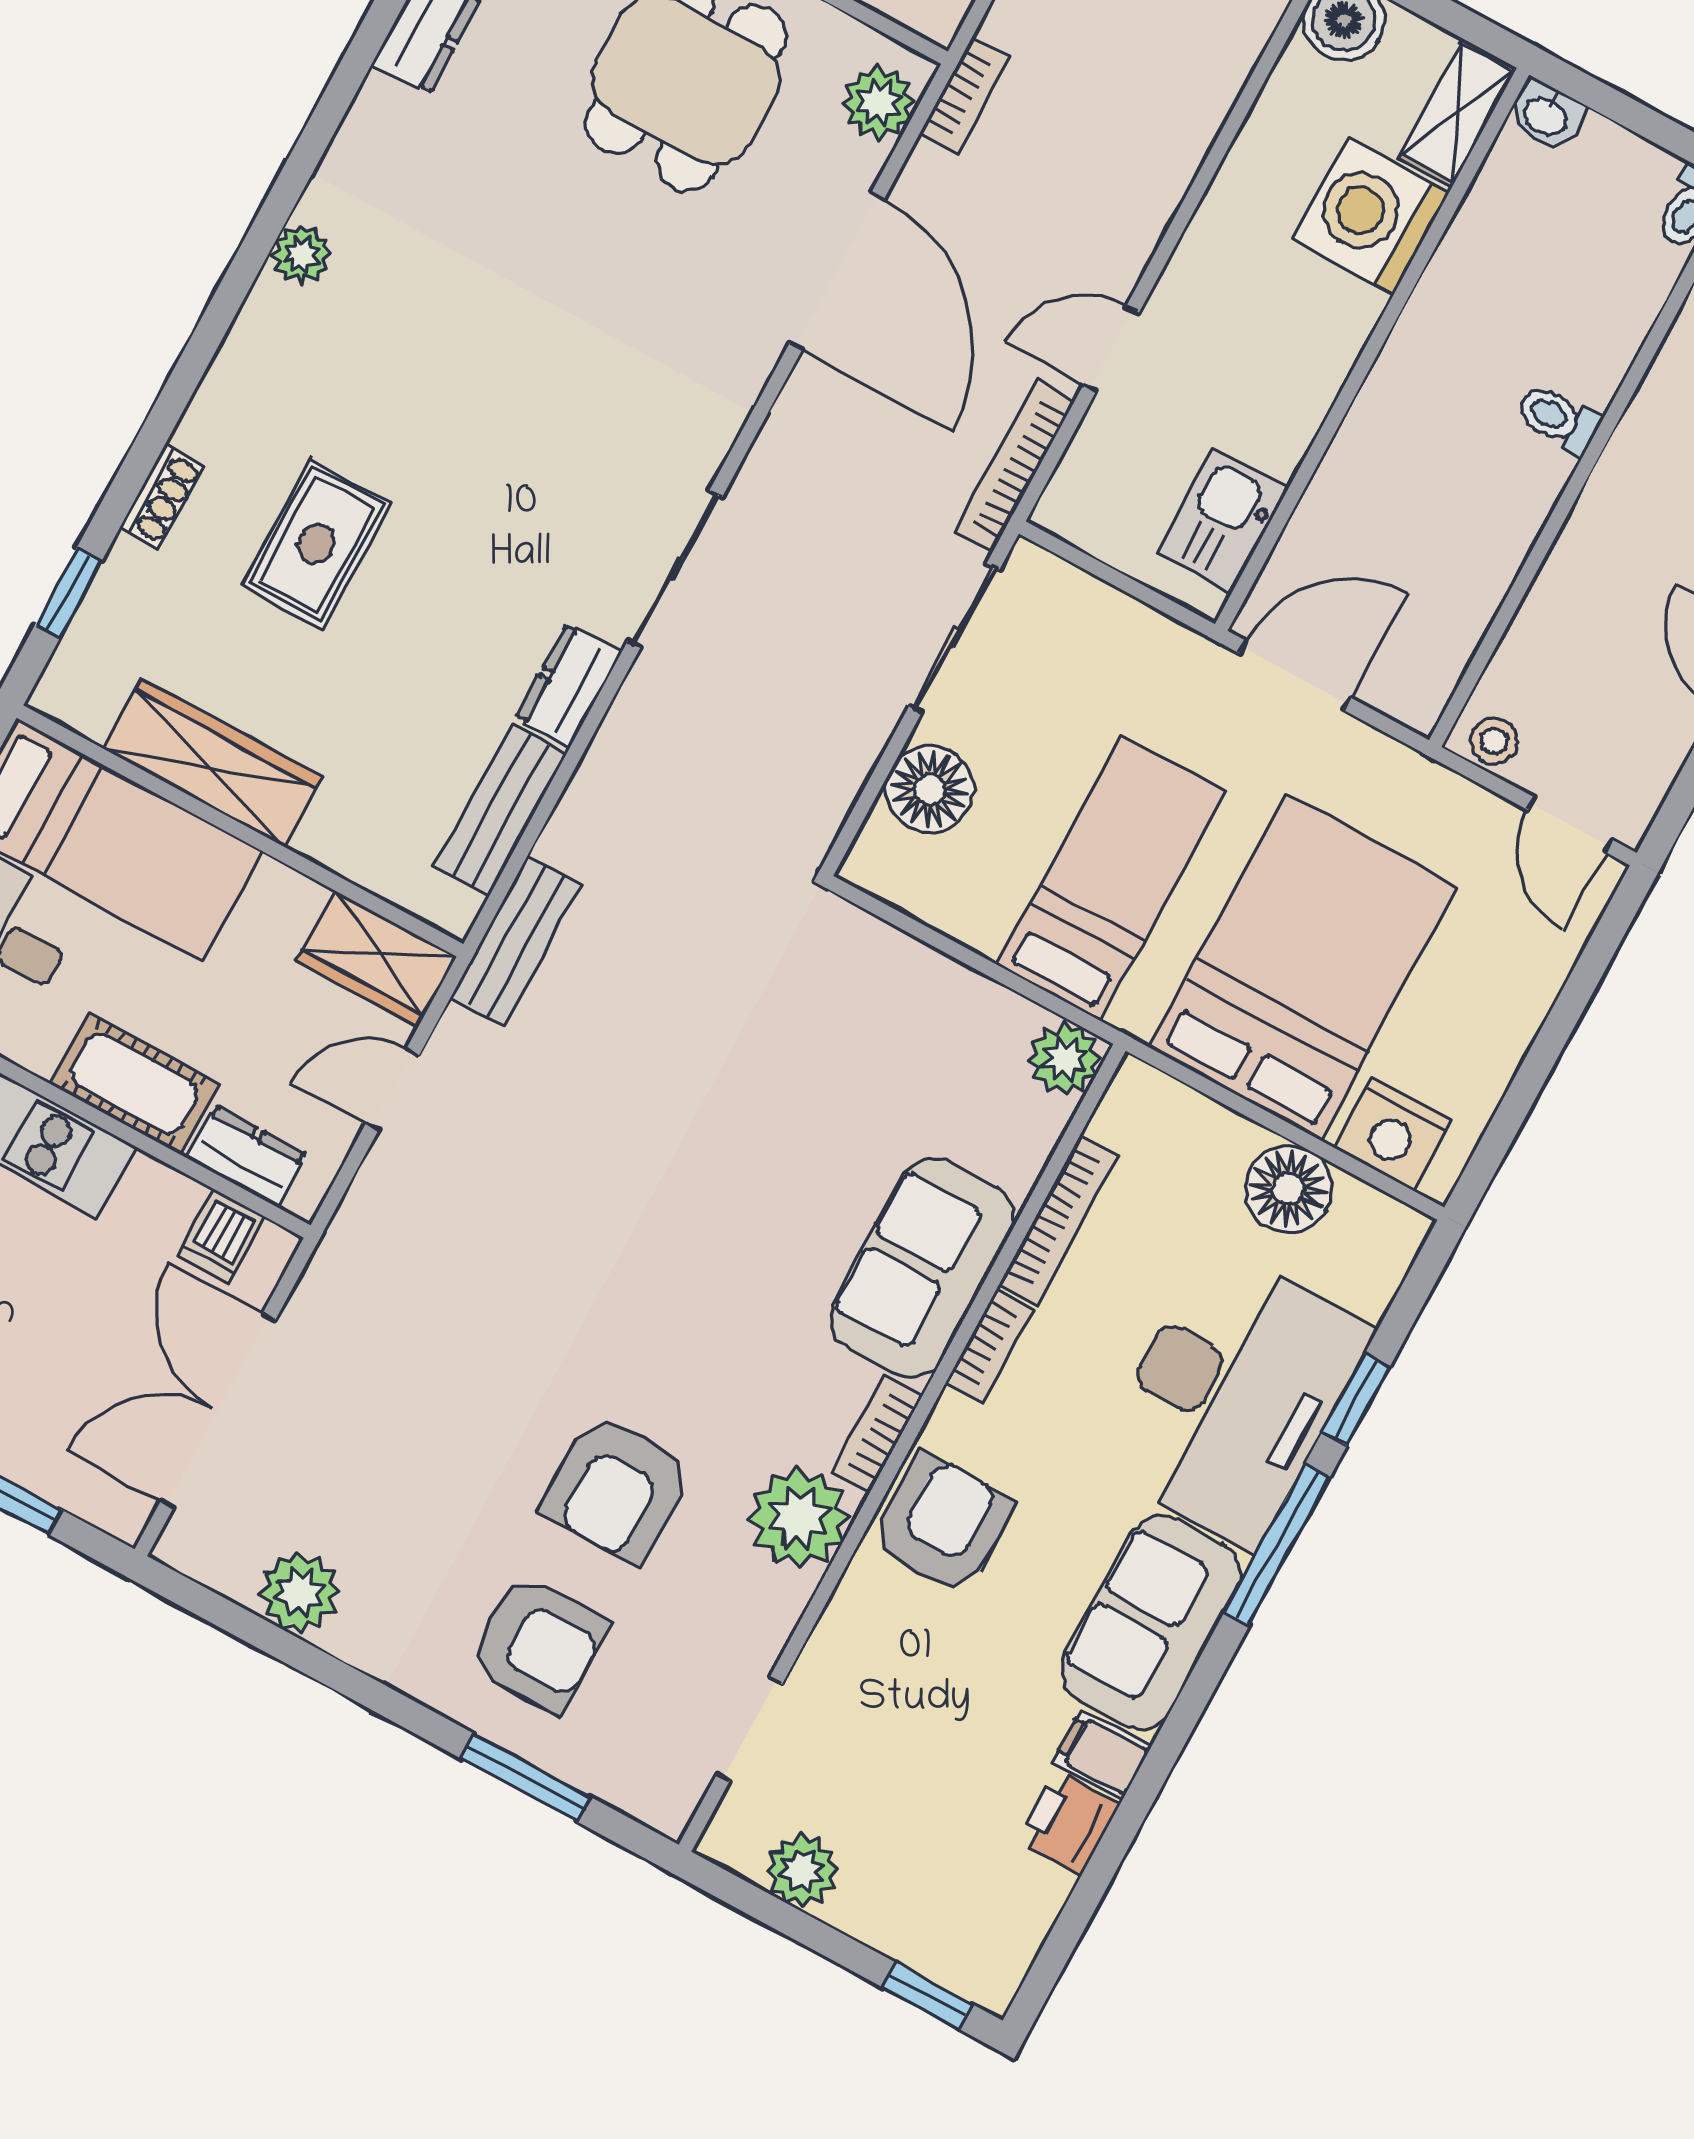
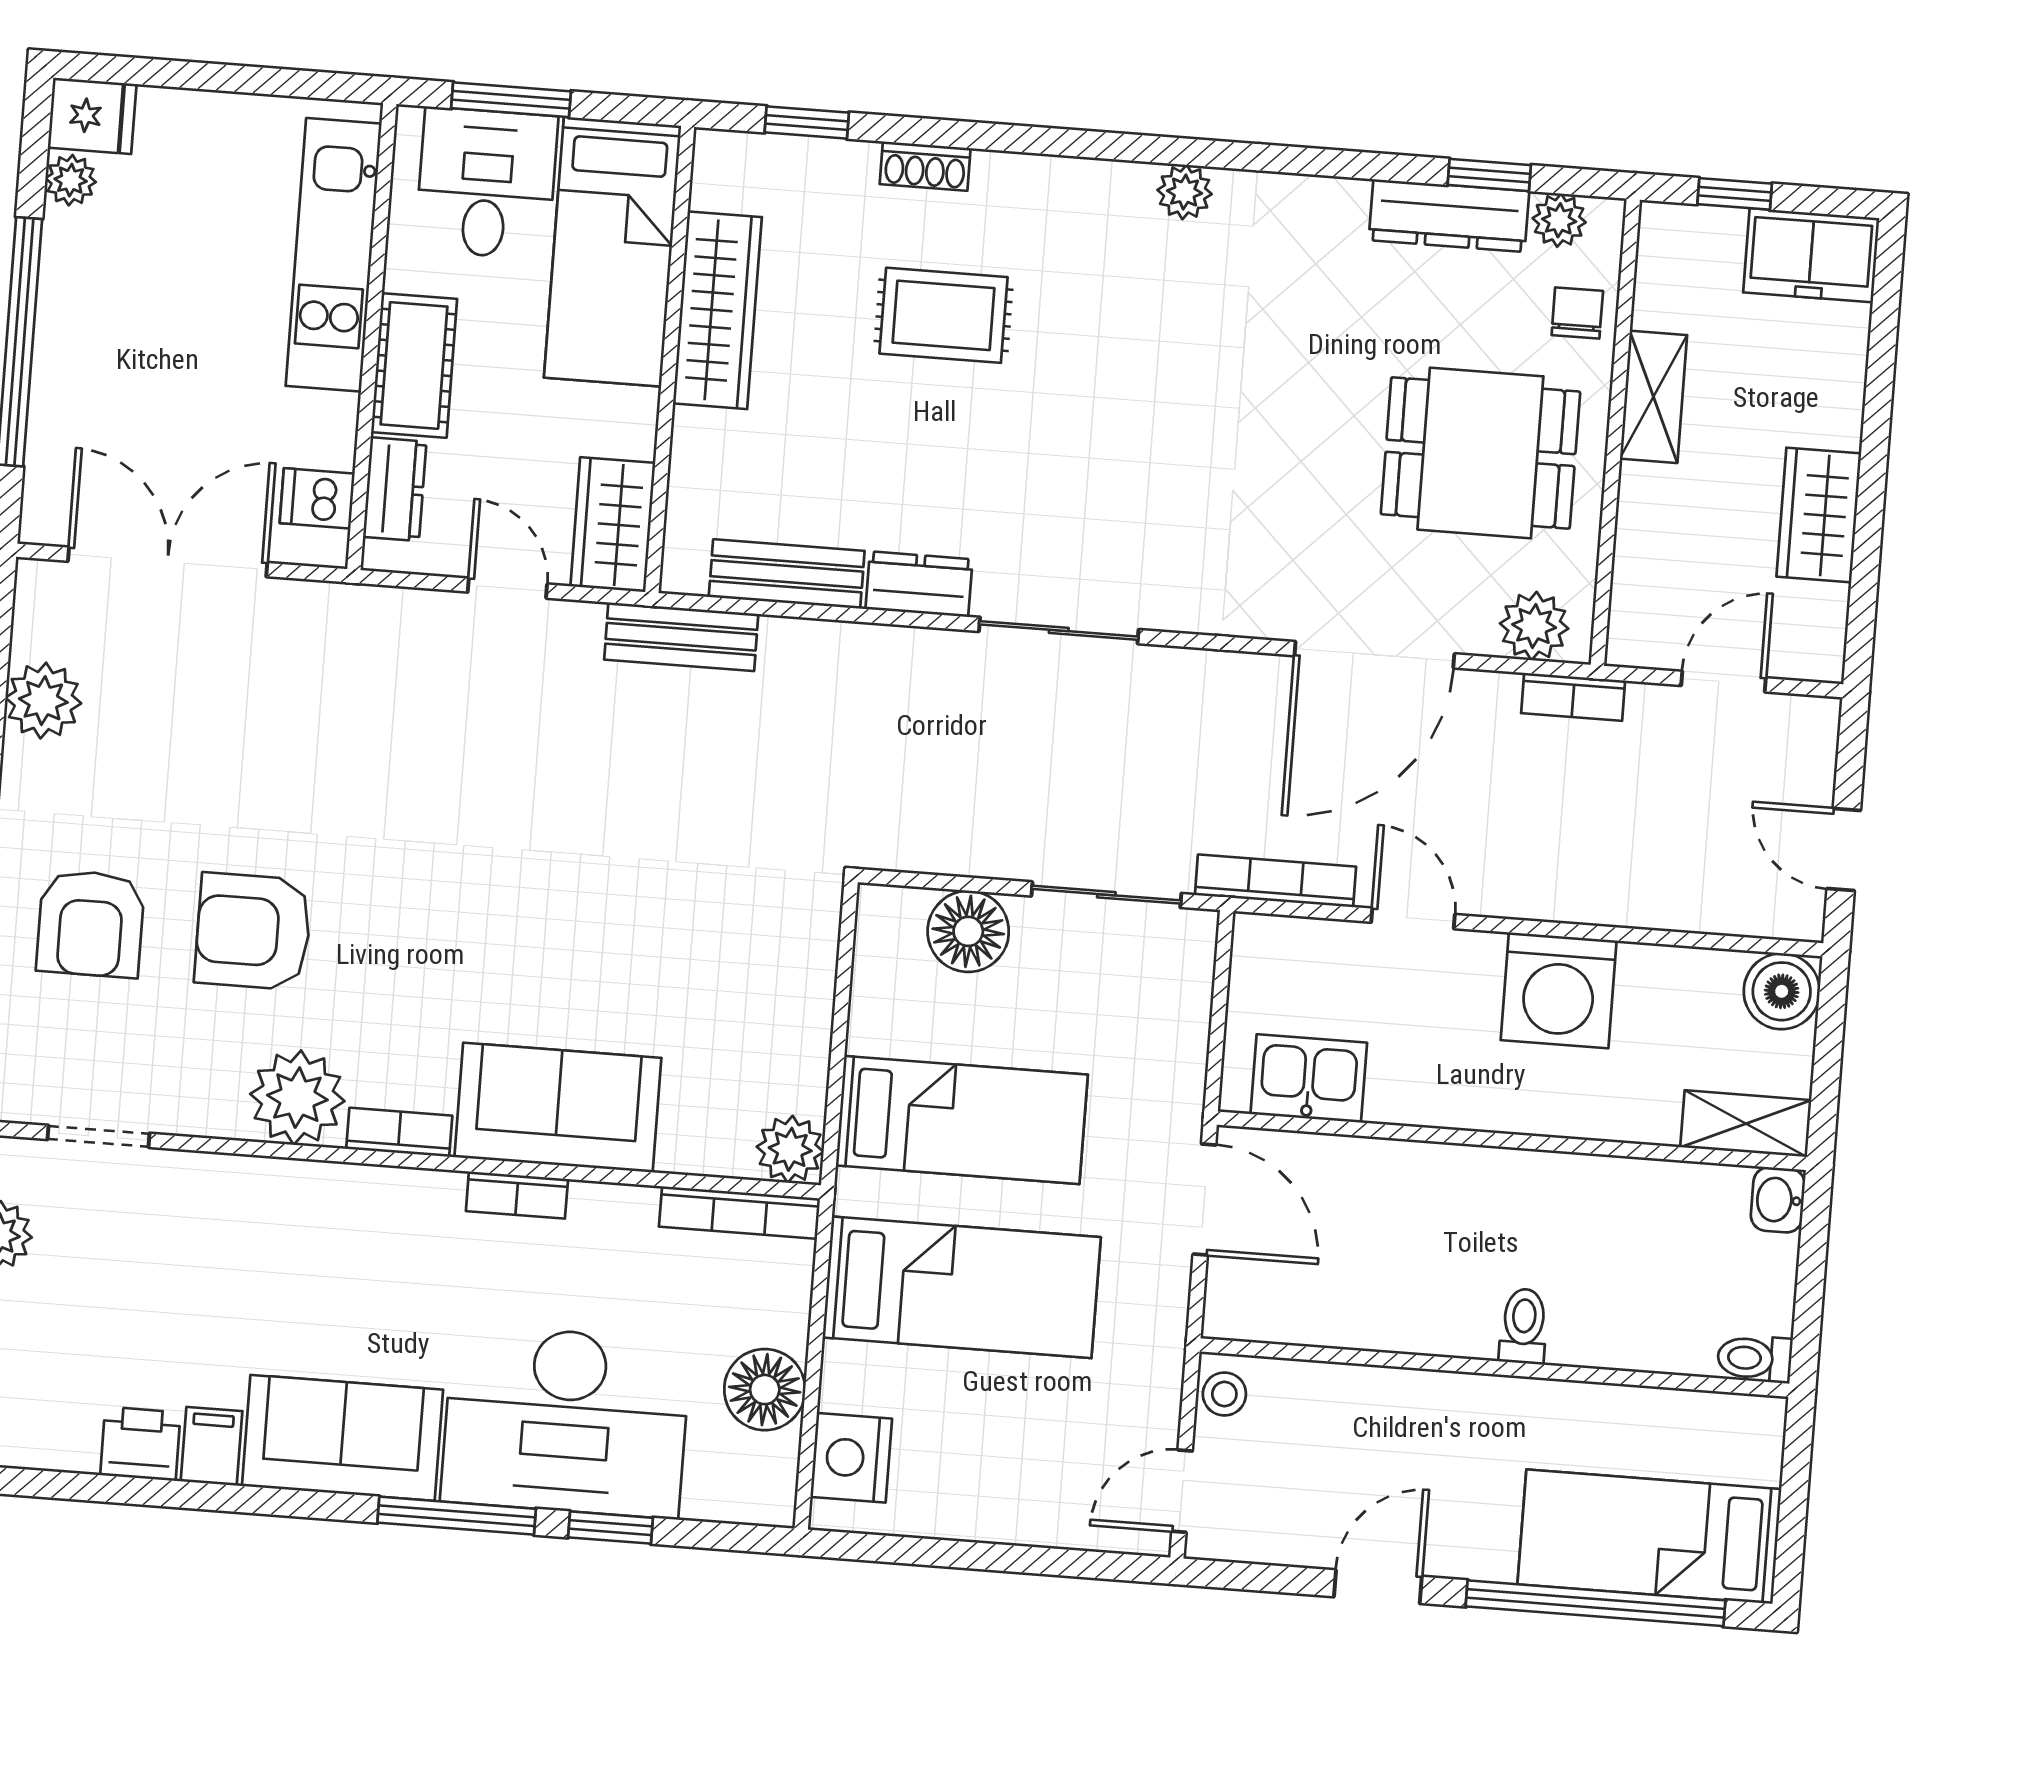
washing machine: (1371, 216) -> (1559, 990), moved, turned 180
bed: (1303, 967) -> (962, 1287), width x0.67
bookcase: (1059, 1220) -> (740, 1213), moved
armchair: (942, 1524) -> (346, 1222), removed

